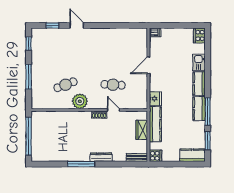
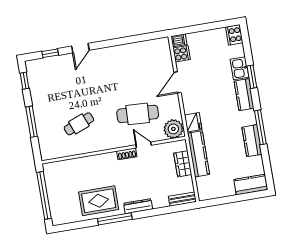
door: (77, 25) -> (80, 48), swing flipped
cafe table: (113, 85) -> (138, 114), width x1.37, depth x1.35
plant: (80, 101) -> (173, 129), moved
kitchen counter: (199, 109) -> (252, 141), moved
window: (208, 141) -> (252, 77), moved
rug: (71, 148) -> (99, 201), added
cooker: (155, 156) -> (182, 54), moved

